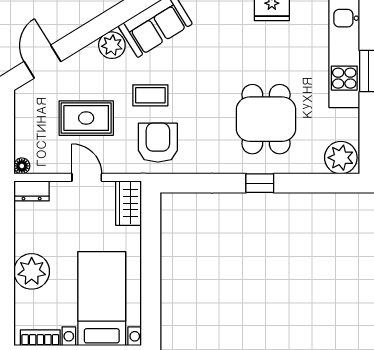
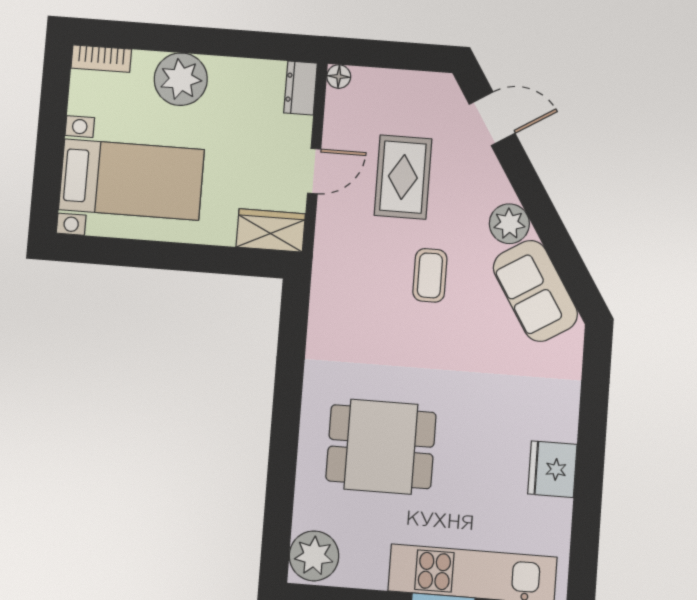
armchair: (158, 143) -> (358, 281), removed
window: (260, 183) -> (285, 430), removed
bookcase: (40, 338) -> (101, 59), moved, turned 90

